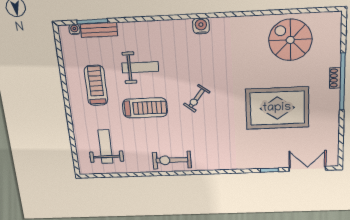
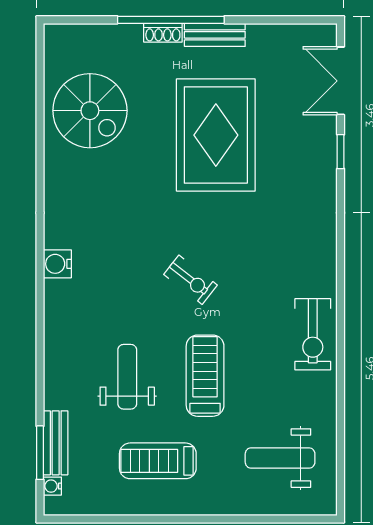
spiral stairs: (290, 40) -> (90, 111), turned -90
bench: (333, 105) -> (215, 35), added

